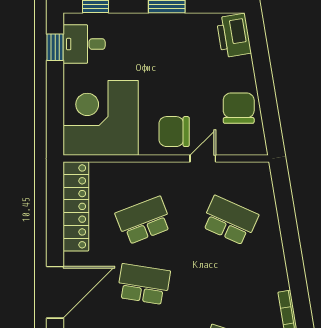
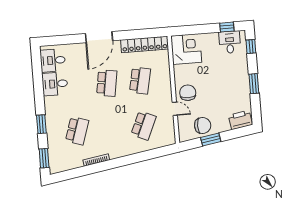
window: (267, 95) -> (211, 140), added
corner desk: (101, 118) -> (186, 49), width x0.74, depth x0.74
school desk: (144, 220) -> (140, 80), turned 33
door: (55, 292) -> (99, 37), hinge flipped

